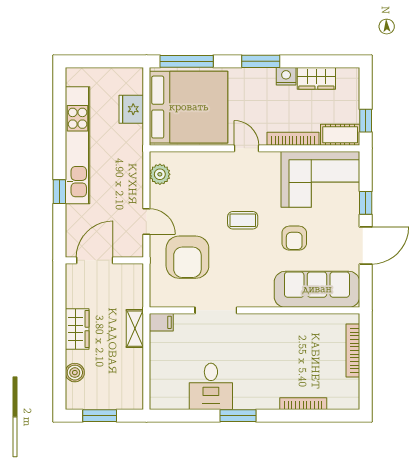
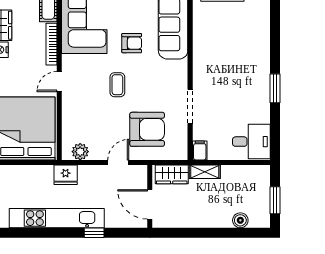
fridge: (131, 109) -> (66, 175), moved
wardrobe: (77, 329) -> (172, 174), moved, turned 180
desk: (211, 386) -> (251, 142), moved
bookcase: (303, 404) -> (265, 36), removed

